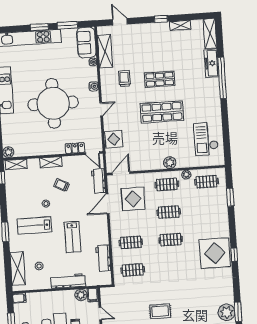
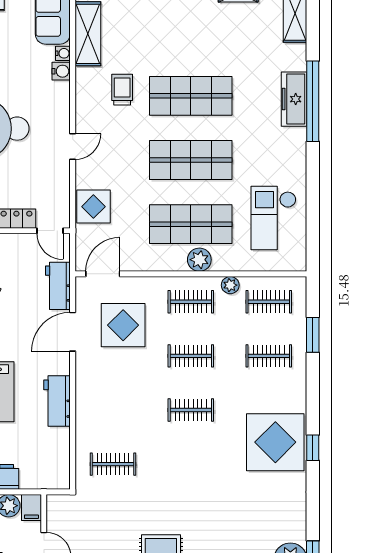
freezer: (211, 63) -> (294, 99), moved
shop shelf: (160, 79) -> (191, 96), width x1.43, depth x1.36
water cooler: (94, 86) -> (61, 71), moved
shop shelf: (164, 145) -> (191, 224), added
clothes rail: (131, 242) -> (269, 356), moved
workbench: (103, 258) -> (57, 401), moved

